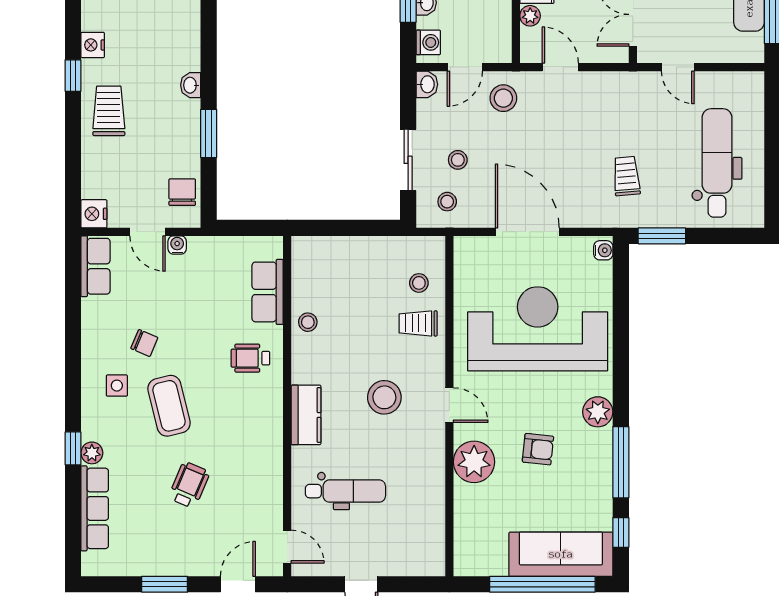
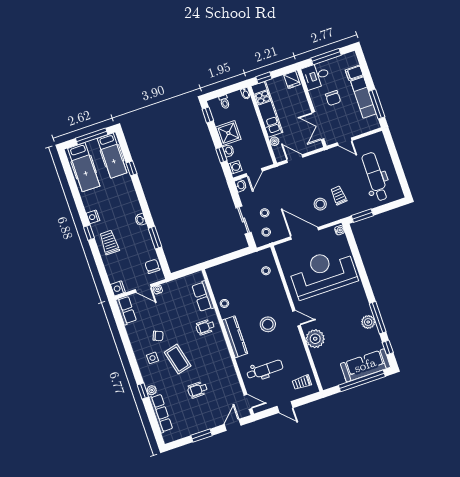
stool: (503, 98) -> (320, 204), moved
trolley: (418, 323) -> (302, 382), moved
plant: (598, 412) -> (368, 322), moved
kitchen counter: (306, 415) -> (235, 337), width x1.50
armchair: (538, 449) -> (341, 324), removed
wheelchair: (189, 485) -> (198, 390), turned -113

